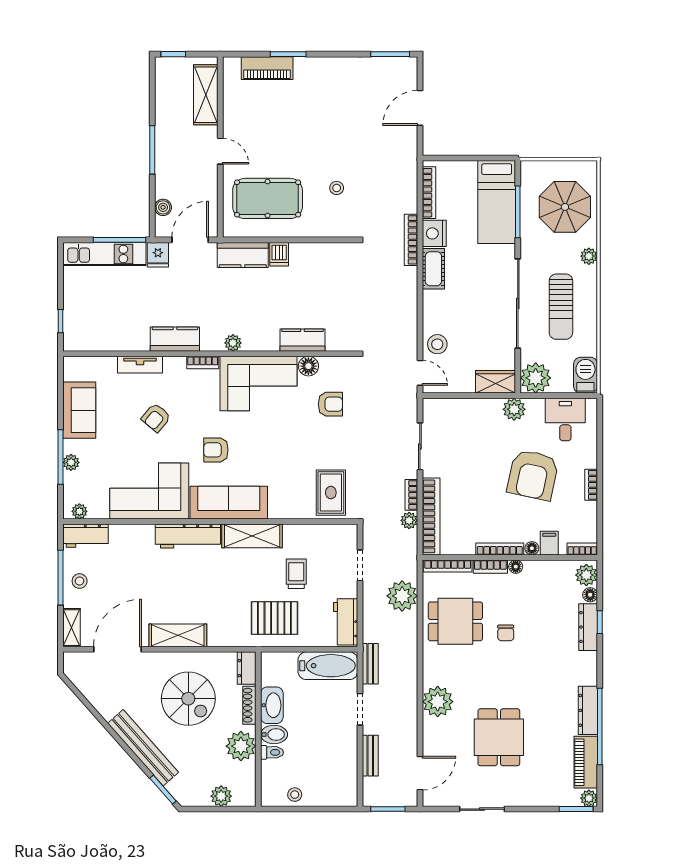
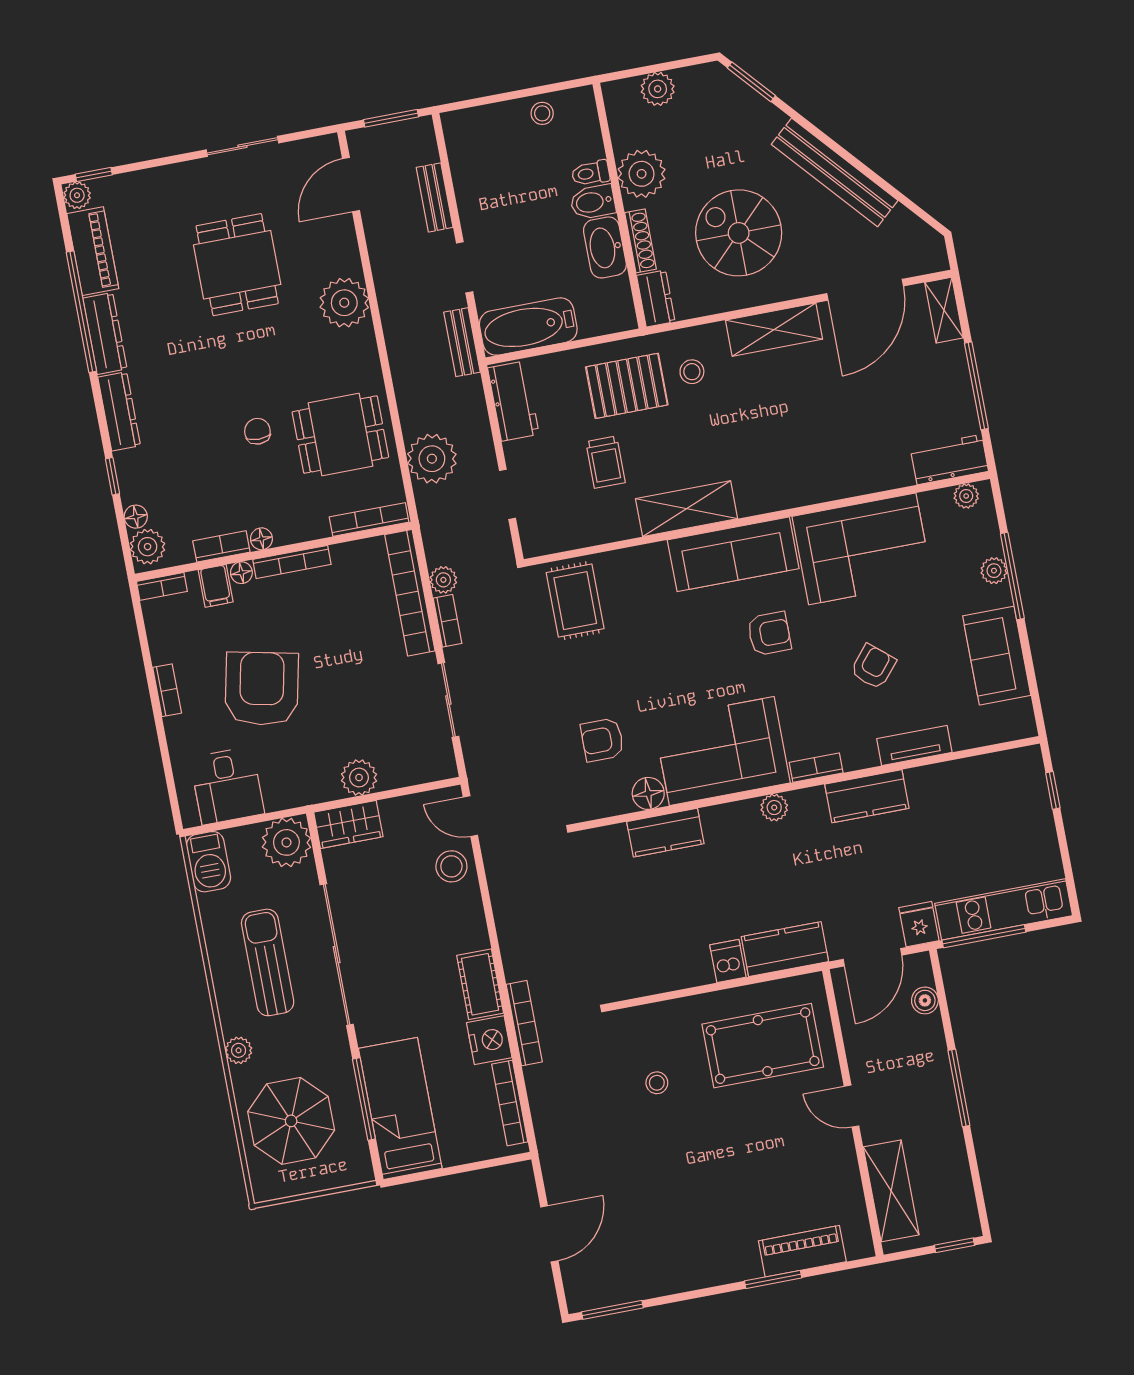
plant: (514, 409) -> (359, 778), moved
workbench: (188, 536) -> (788, 489), removed
bookcase: (490, 567) -> (221, 546), moved
stool: (80, 581) -> (692, 372), moved
dresser: (588, 627) -> (119, 411), moved
bench: (143, 748) -> (835, 172), moved
window: (576, 809) -> (94, 174), width x0.67

